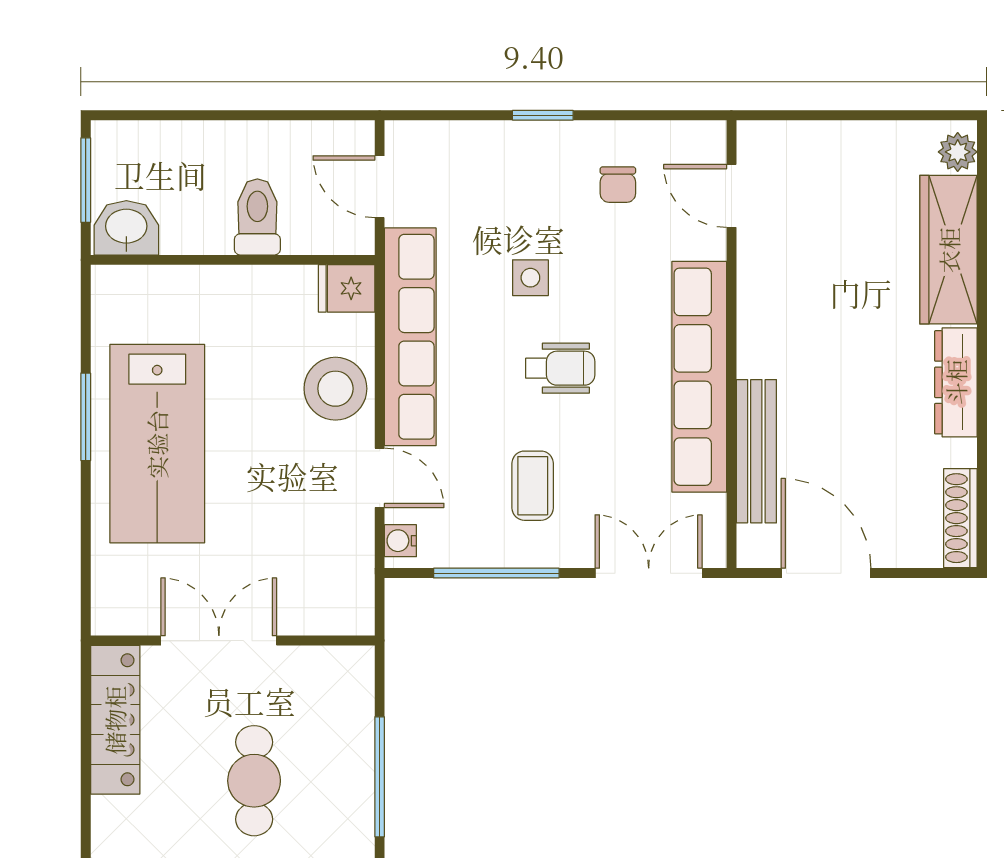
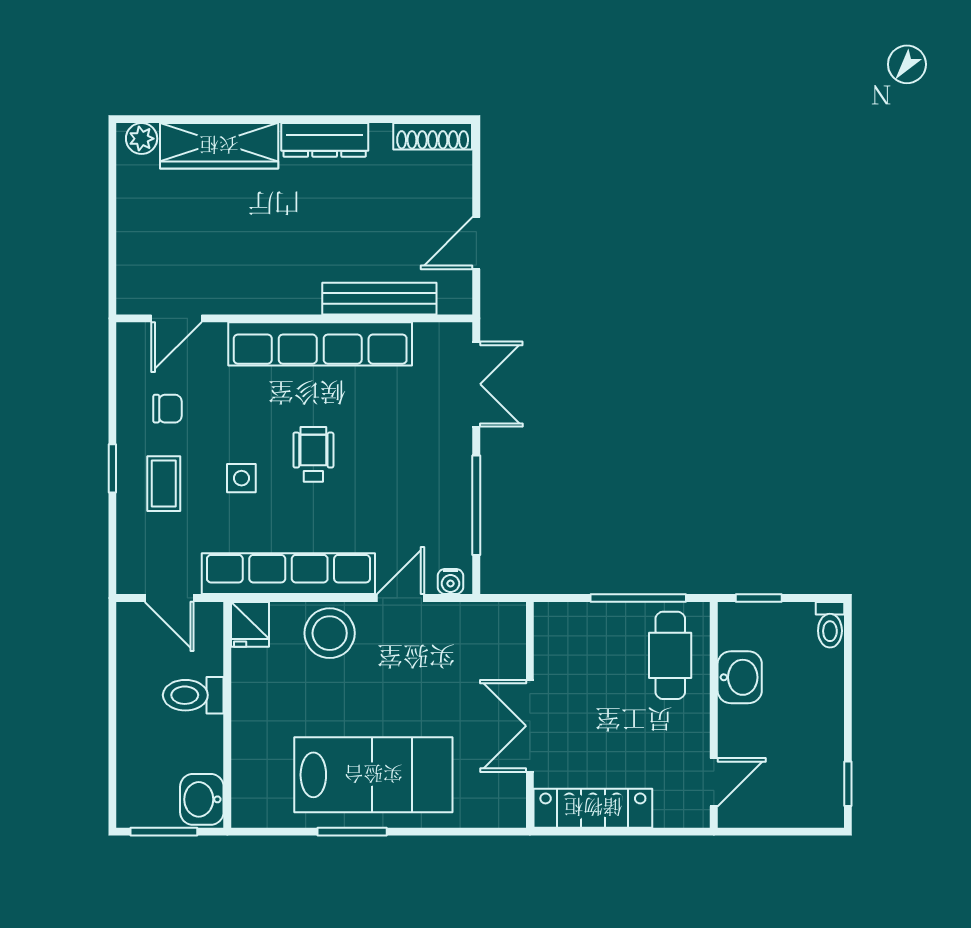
door: (380, 187) -> (169, 598), hinge flipped
coffee table: (533, 486) -> (164, 484), moved, turned 90
double door: (649, 573) -> (476, 384), swing flipped
door: (826, 573) -> (476, 243), width x0.73
cafe table: (254, 781) -> (670, 655), moved, turned 90

